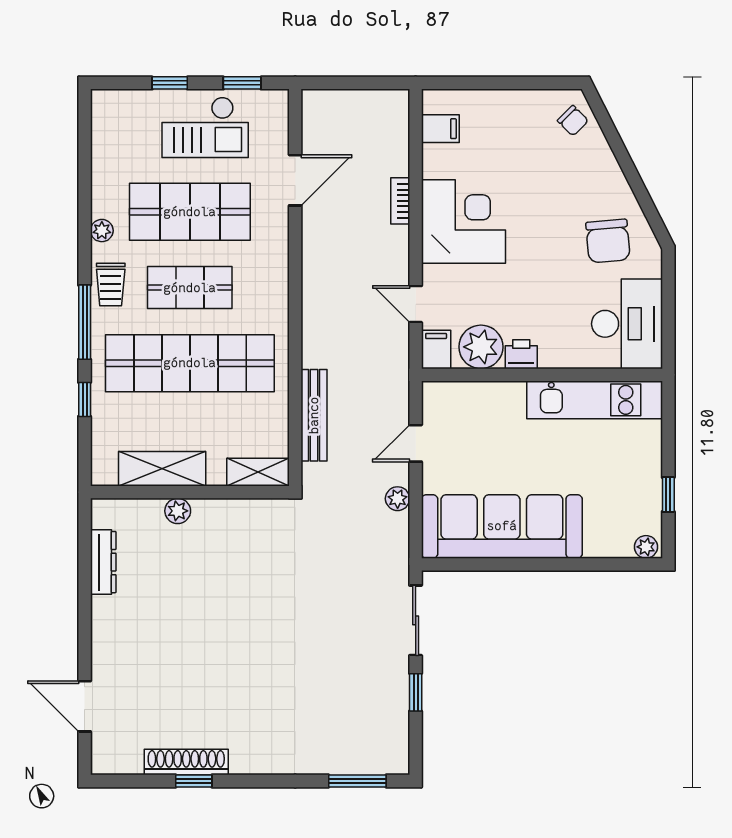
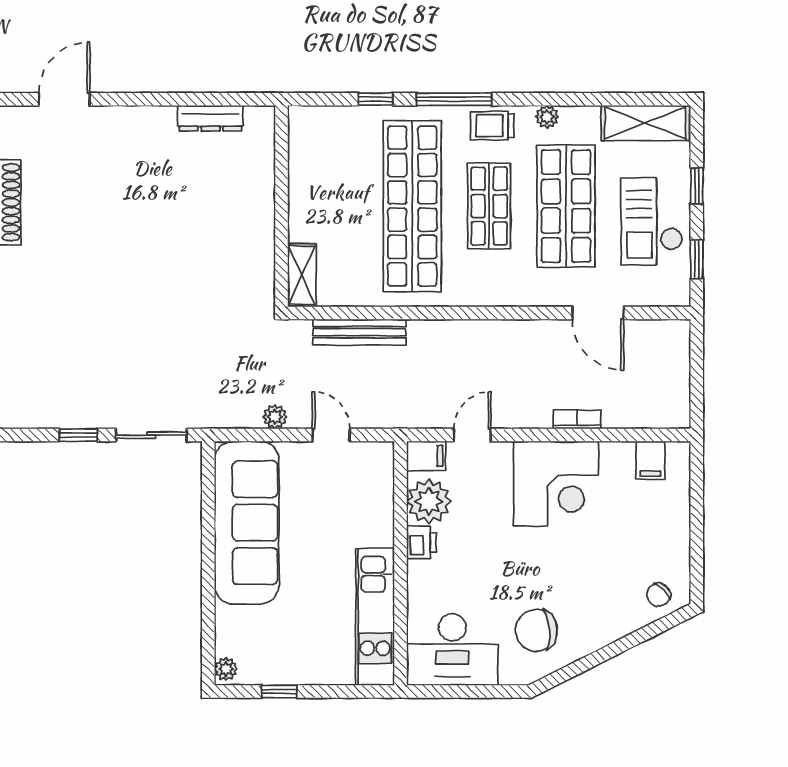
shelving: (162, 469) -> (645, 123), moved, turned 90
plant: (178, 511) -> (262, 194), removed

